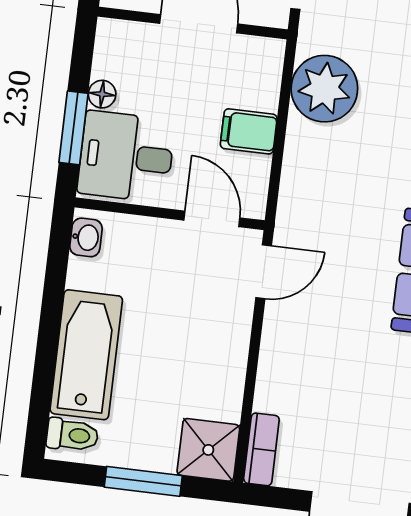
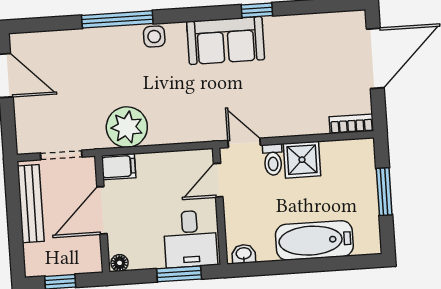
floor lamp: (102, 94) -> (120, 263), moved
filing cabinet: (249, 131) -> (119, 167), moved, turned -90
toilet: (72, 435) -> (273, 160), moved, turned 180
shower: (208, 450) -> (302, 160), moved

